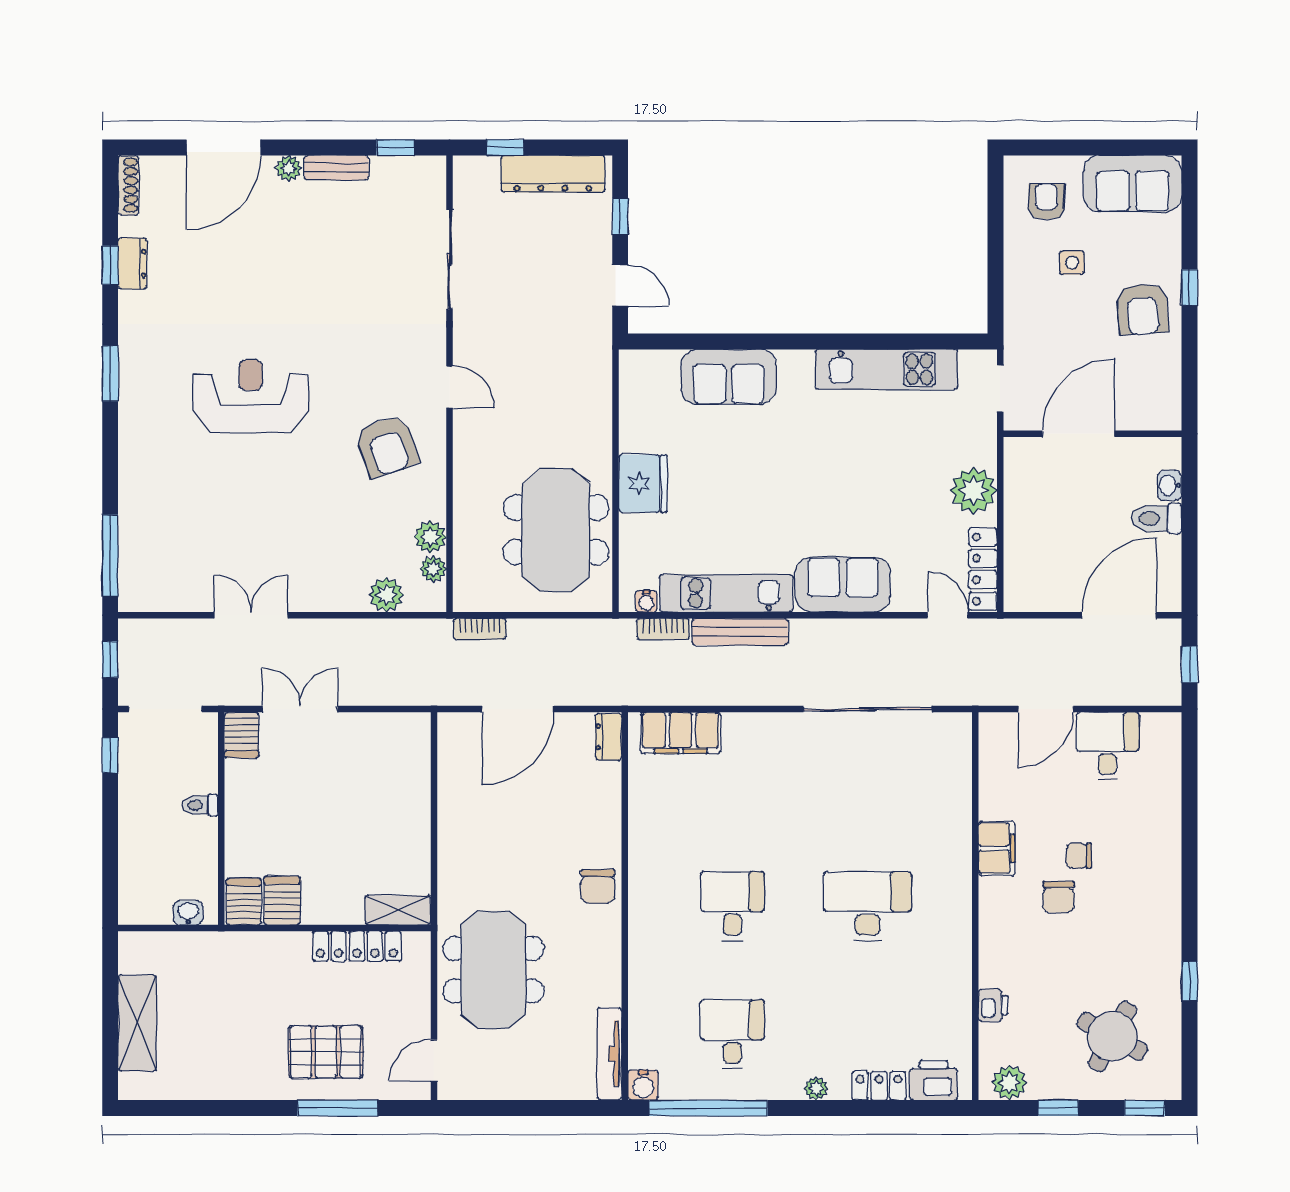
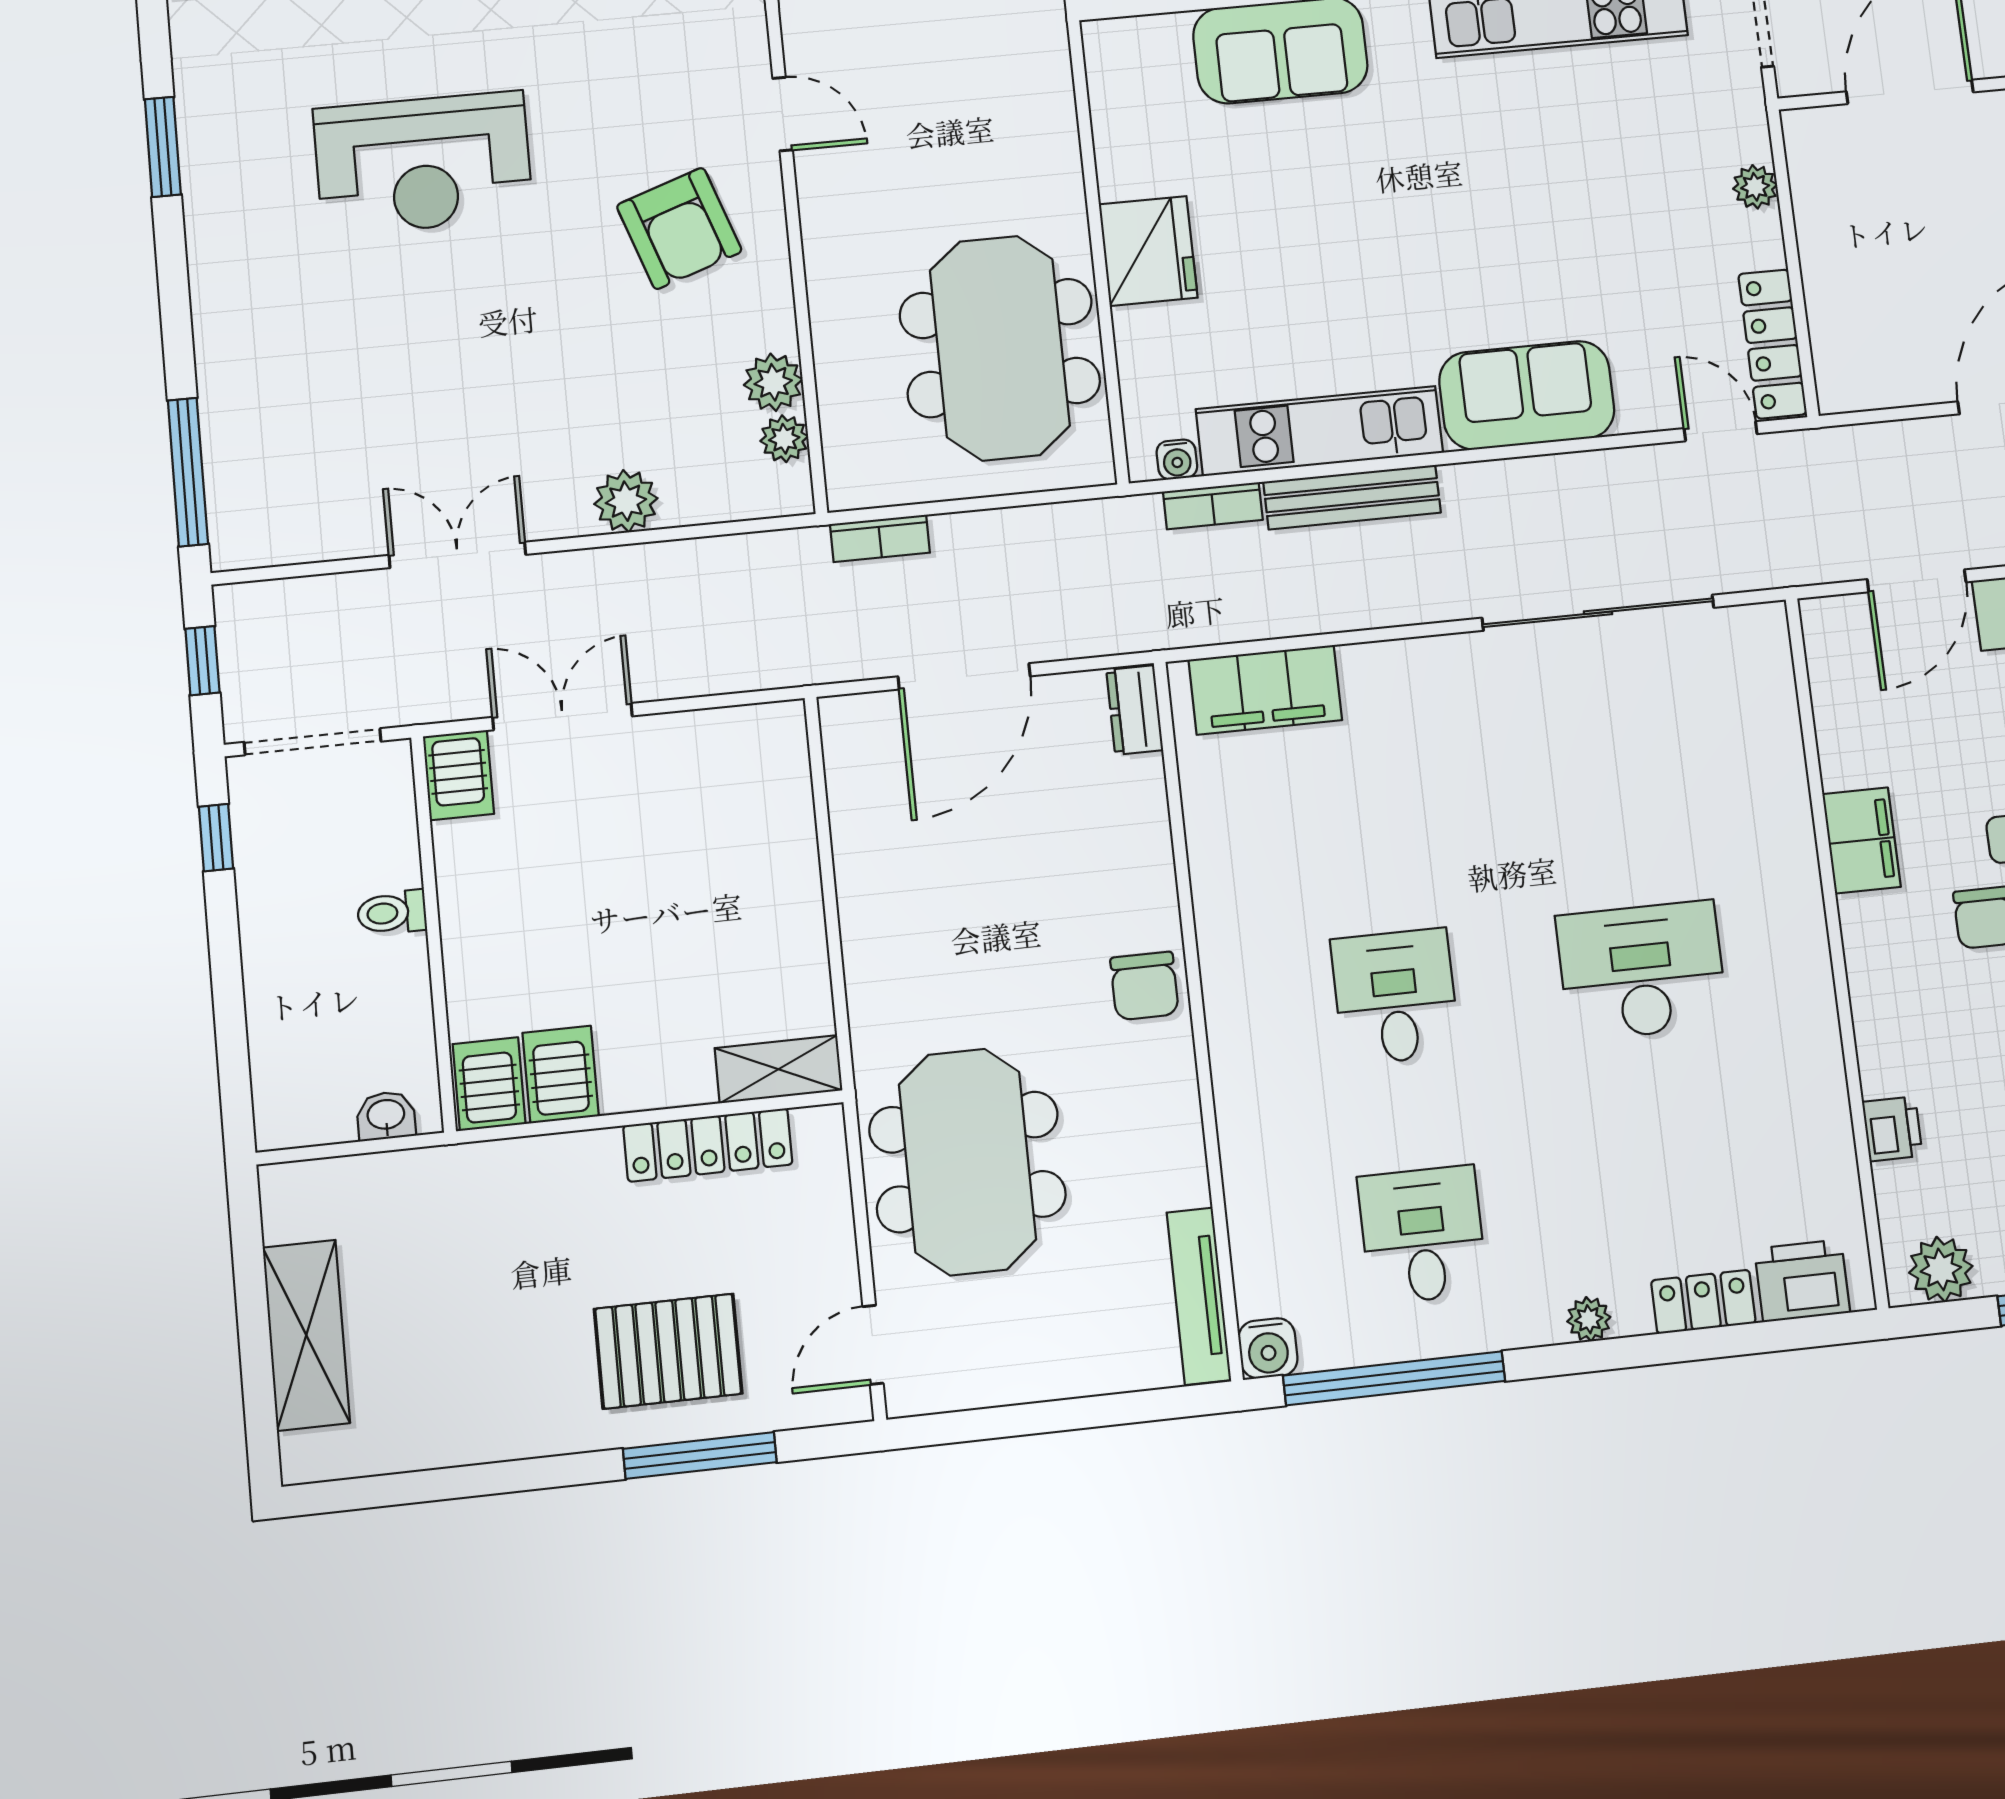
reception desk: (251, 396) -> (423, 163), turned 180
plant: (974, 491) -> (1755, 187), width x0.53, depth x0.53
plant: (386, 595) -> (626, 501), moved

